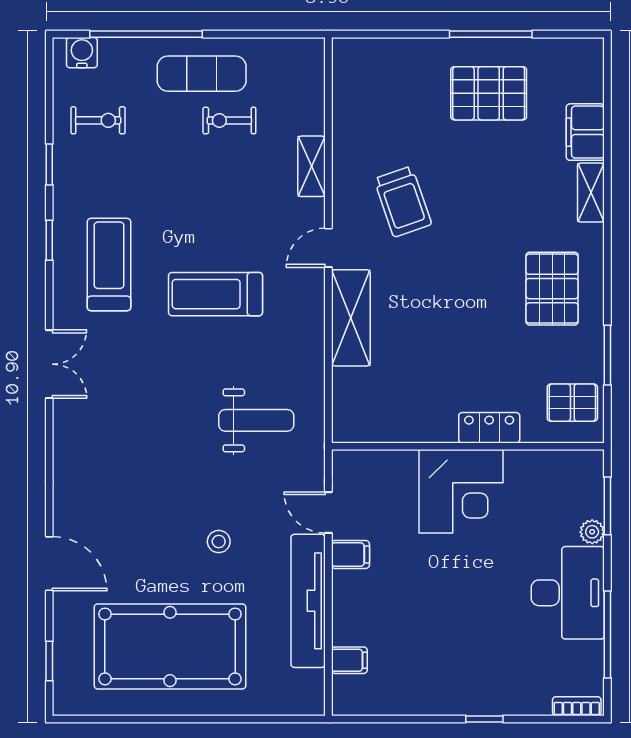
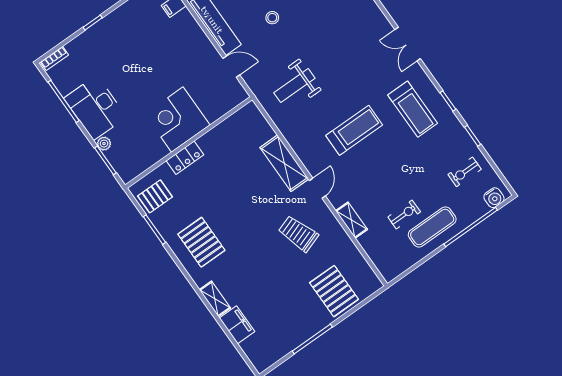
pallet: (489, 93) -> (334, 291), moved, turned 90
filing cabinet: (350, 554) -> (208, 55), removed

